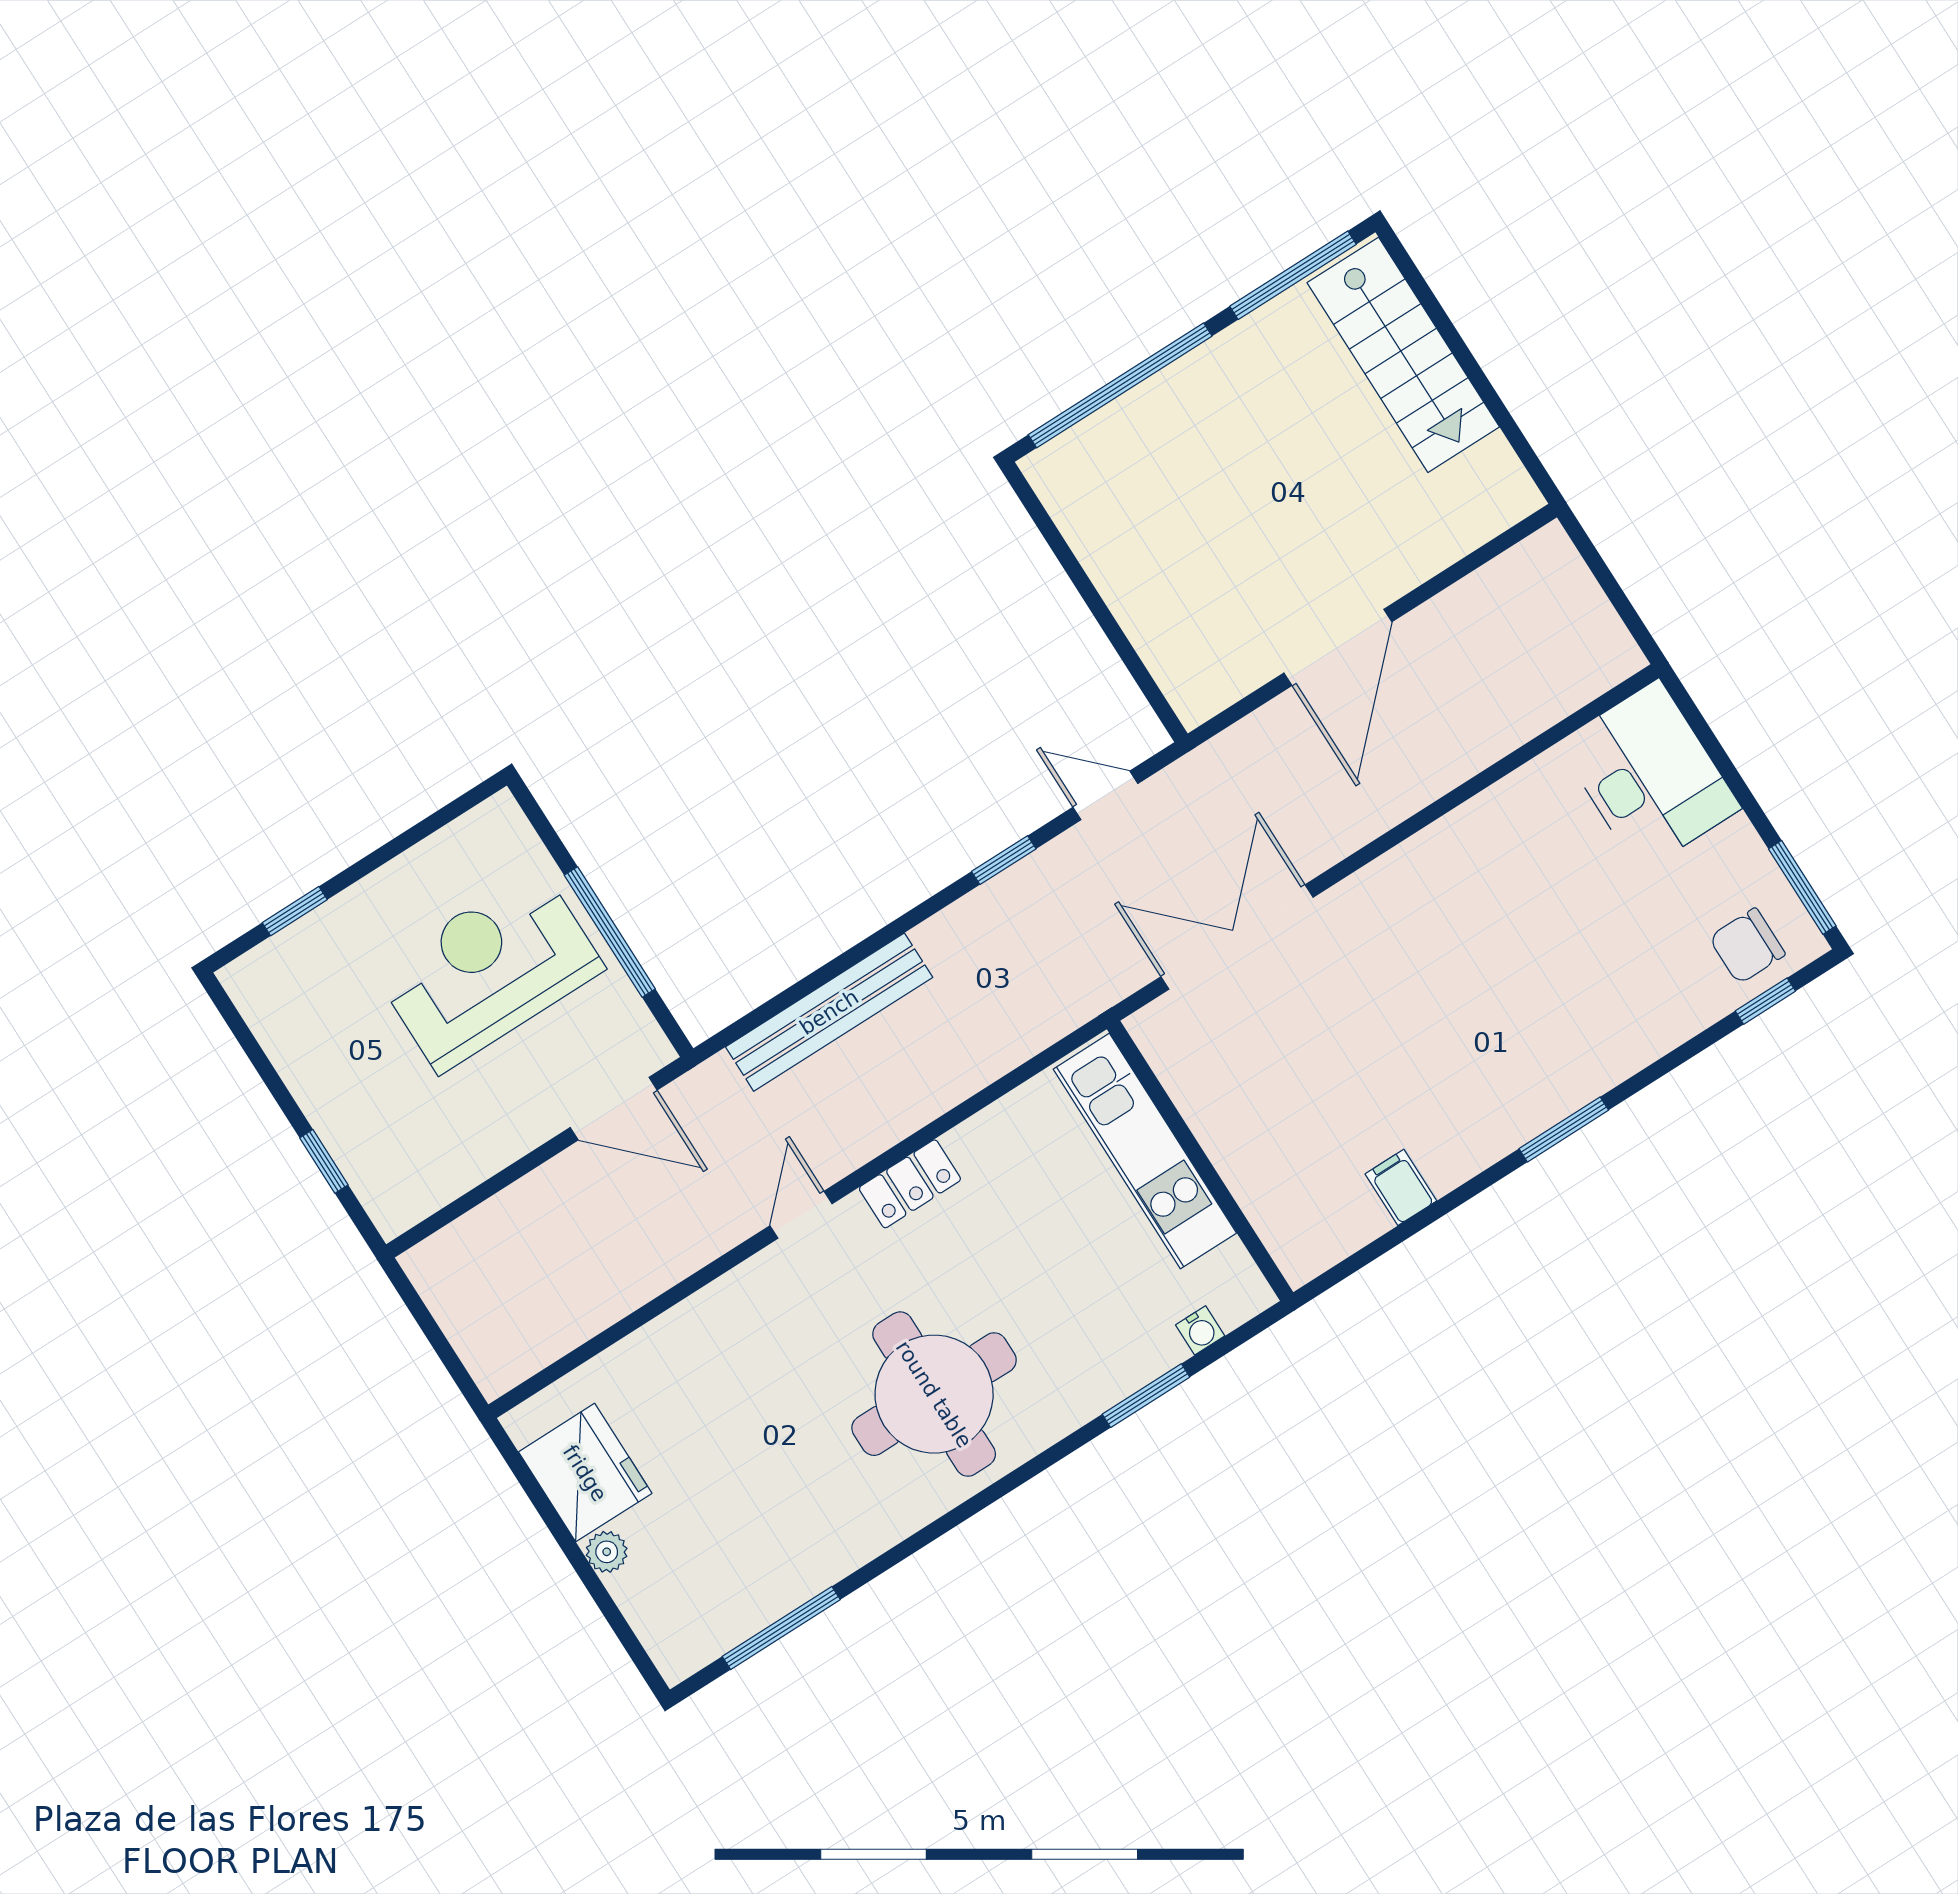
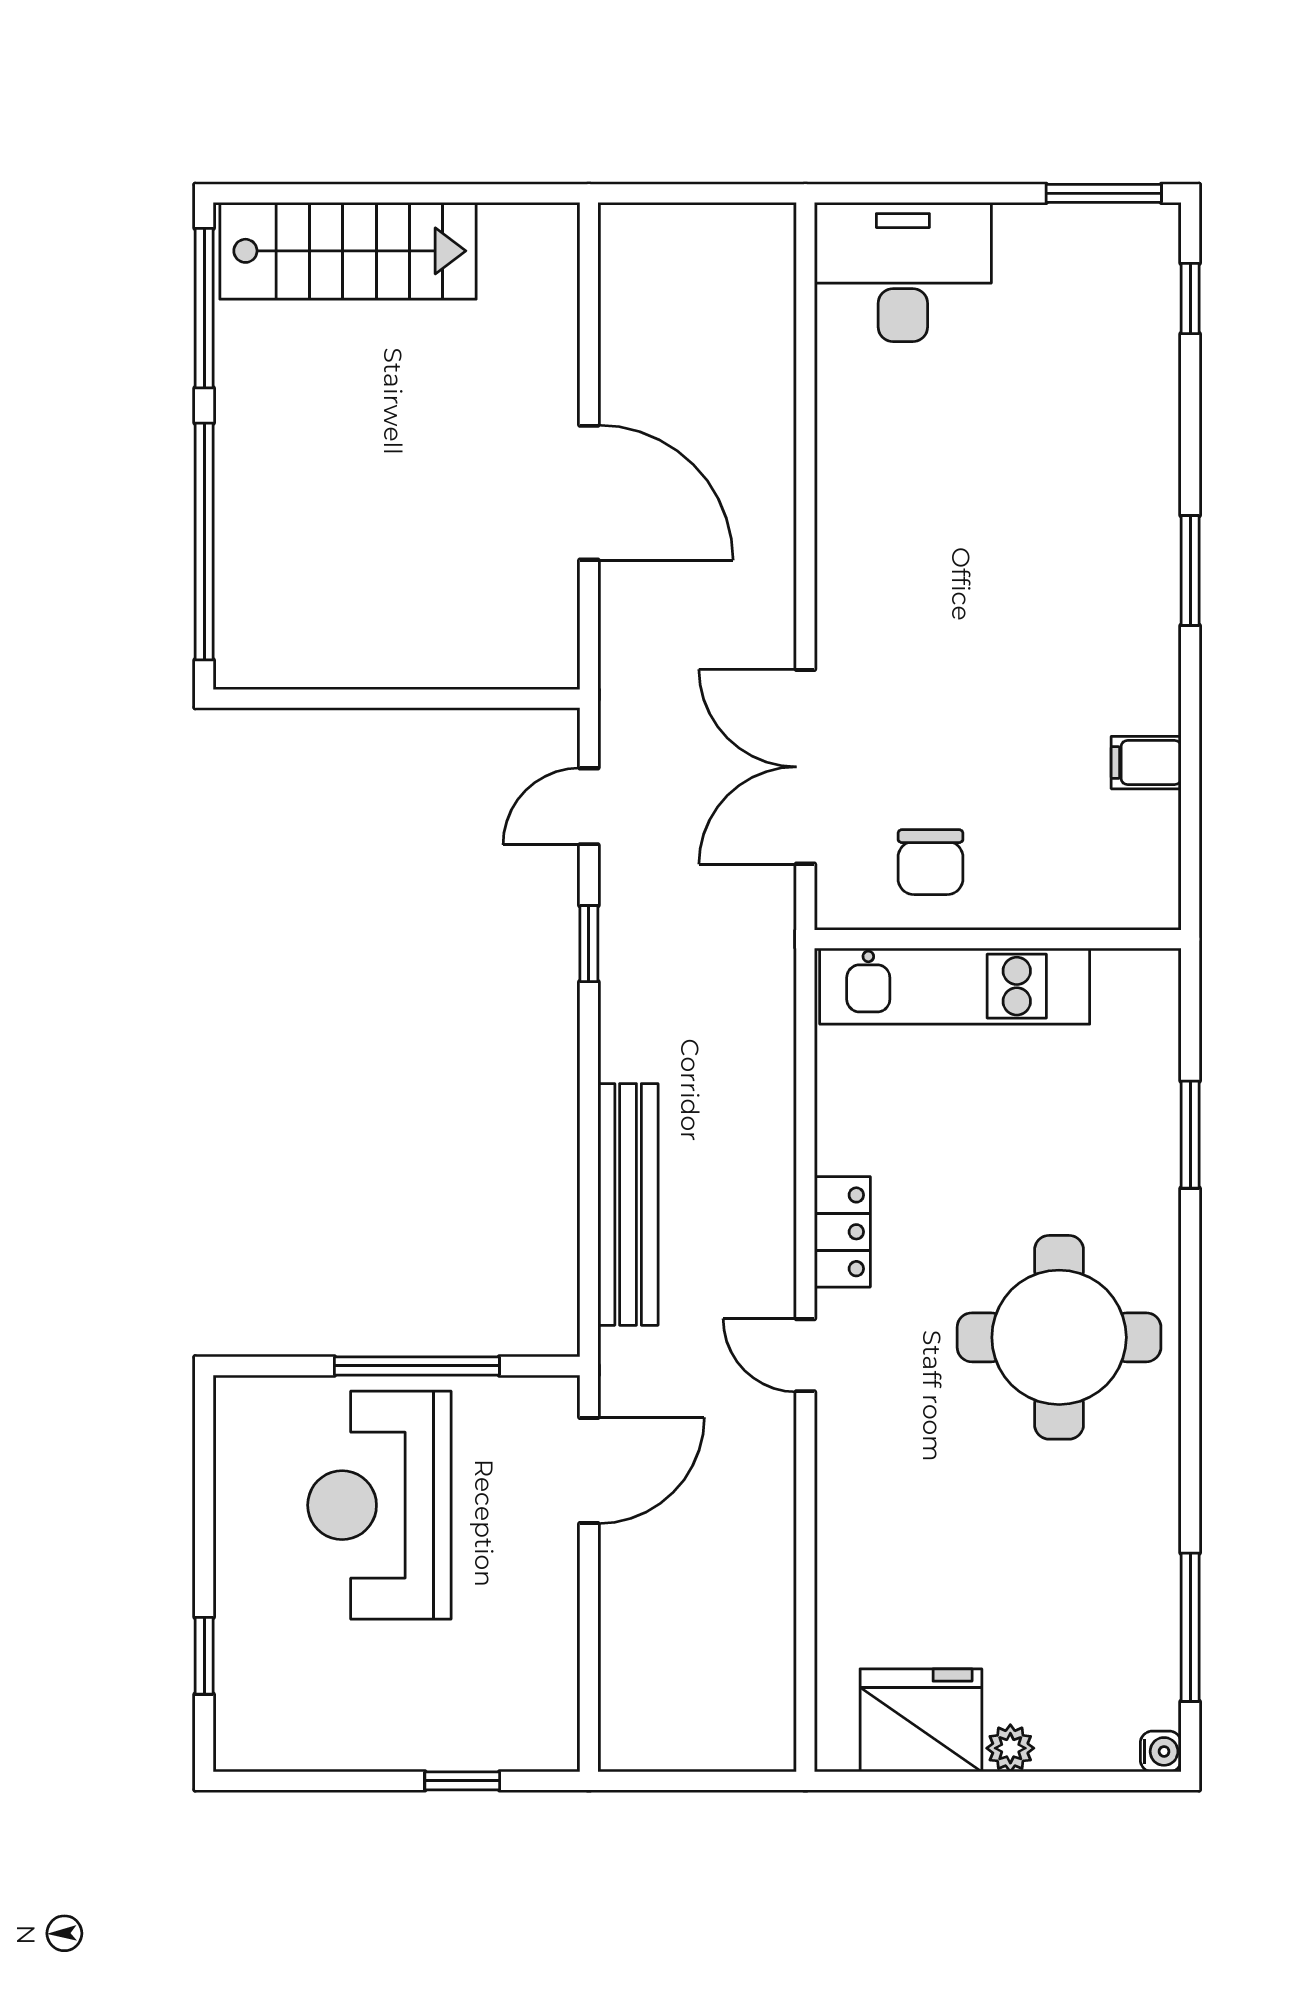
chair: (1747, 946) -> (930, 862), moved
water cooler: (1200, 1330) -> (1161, 1751), moved

